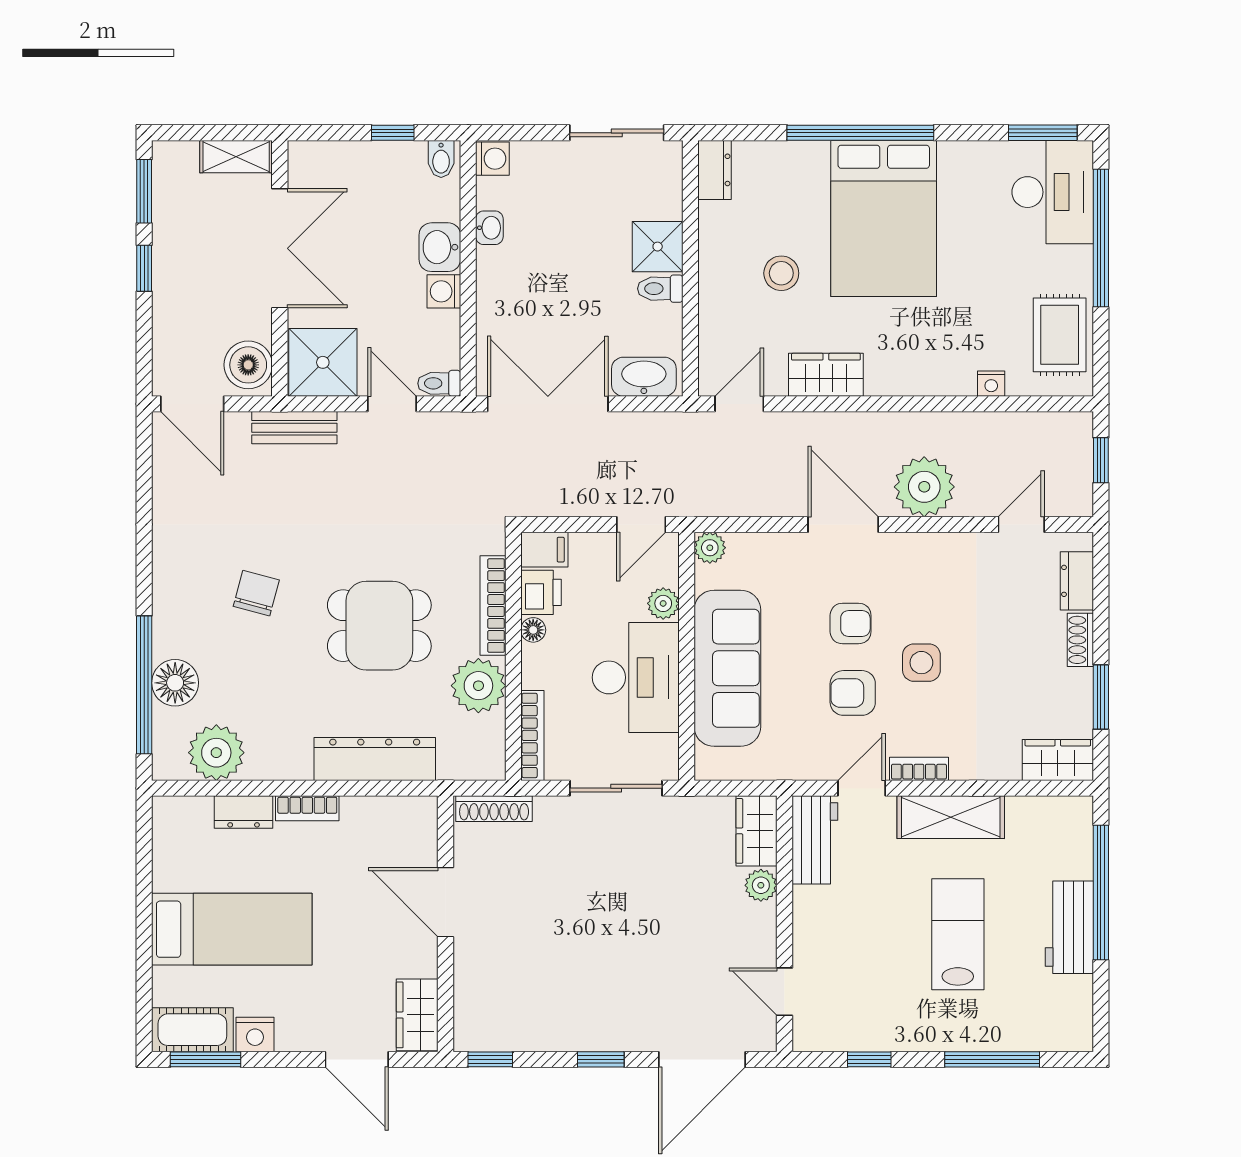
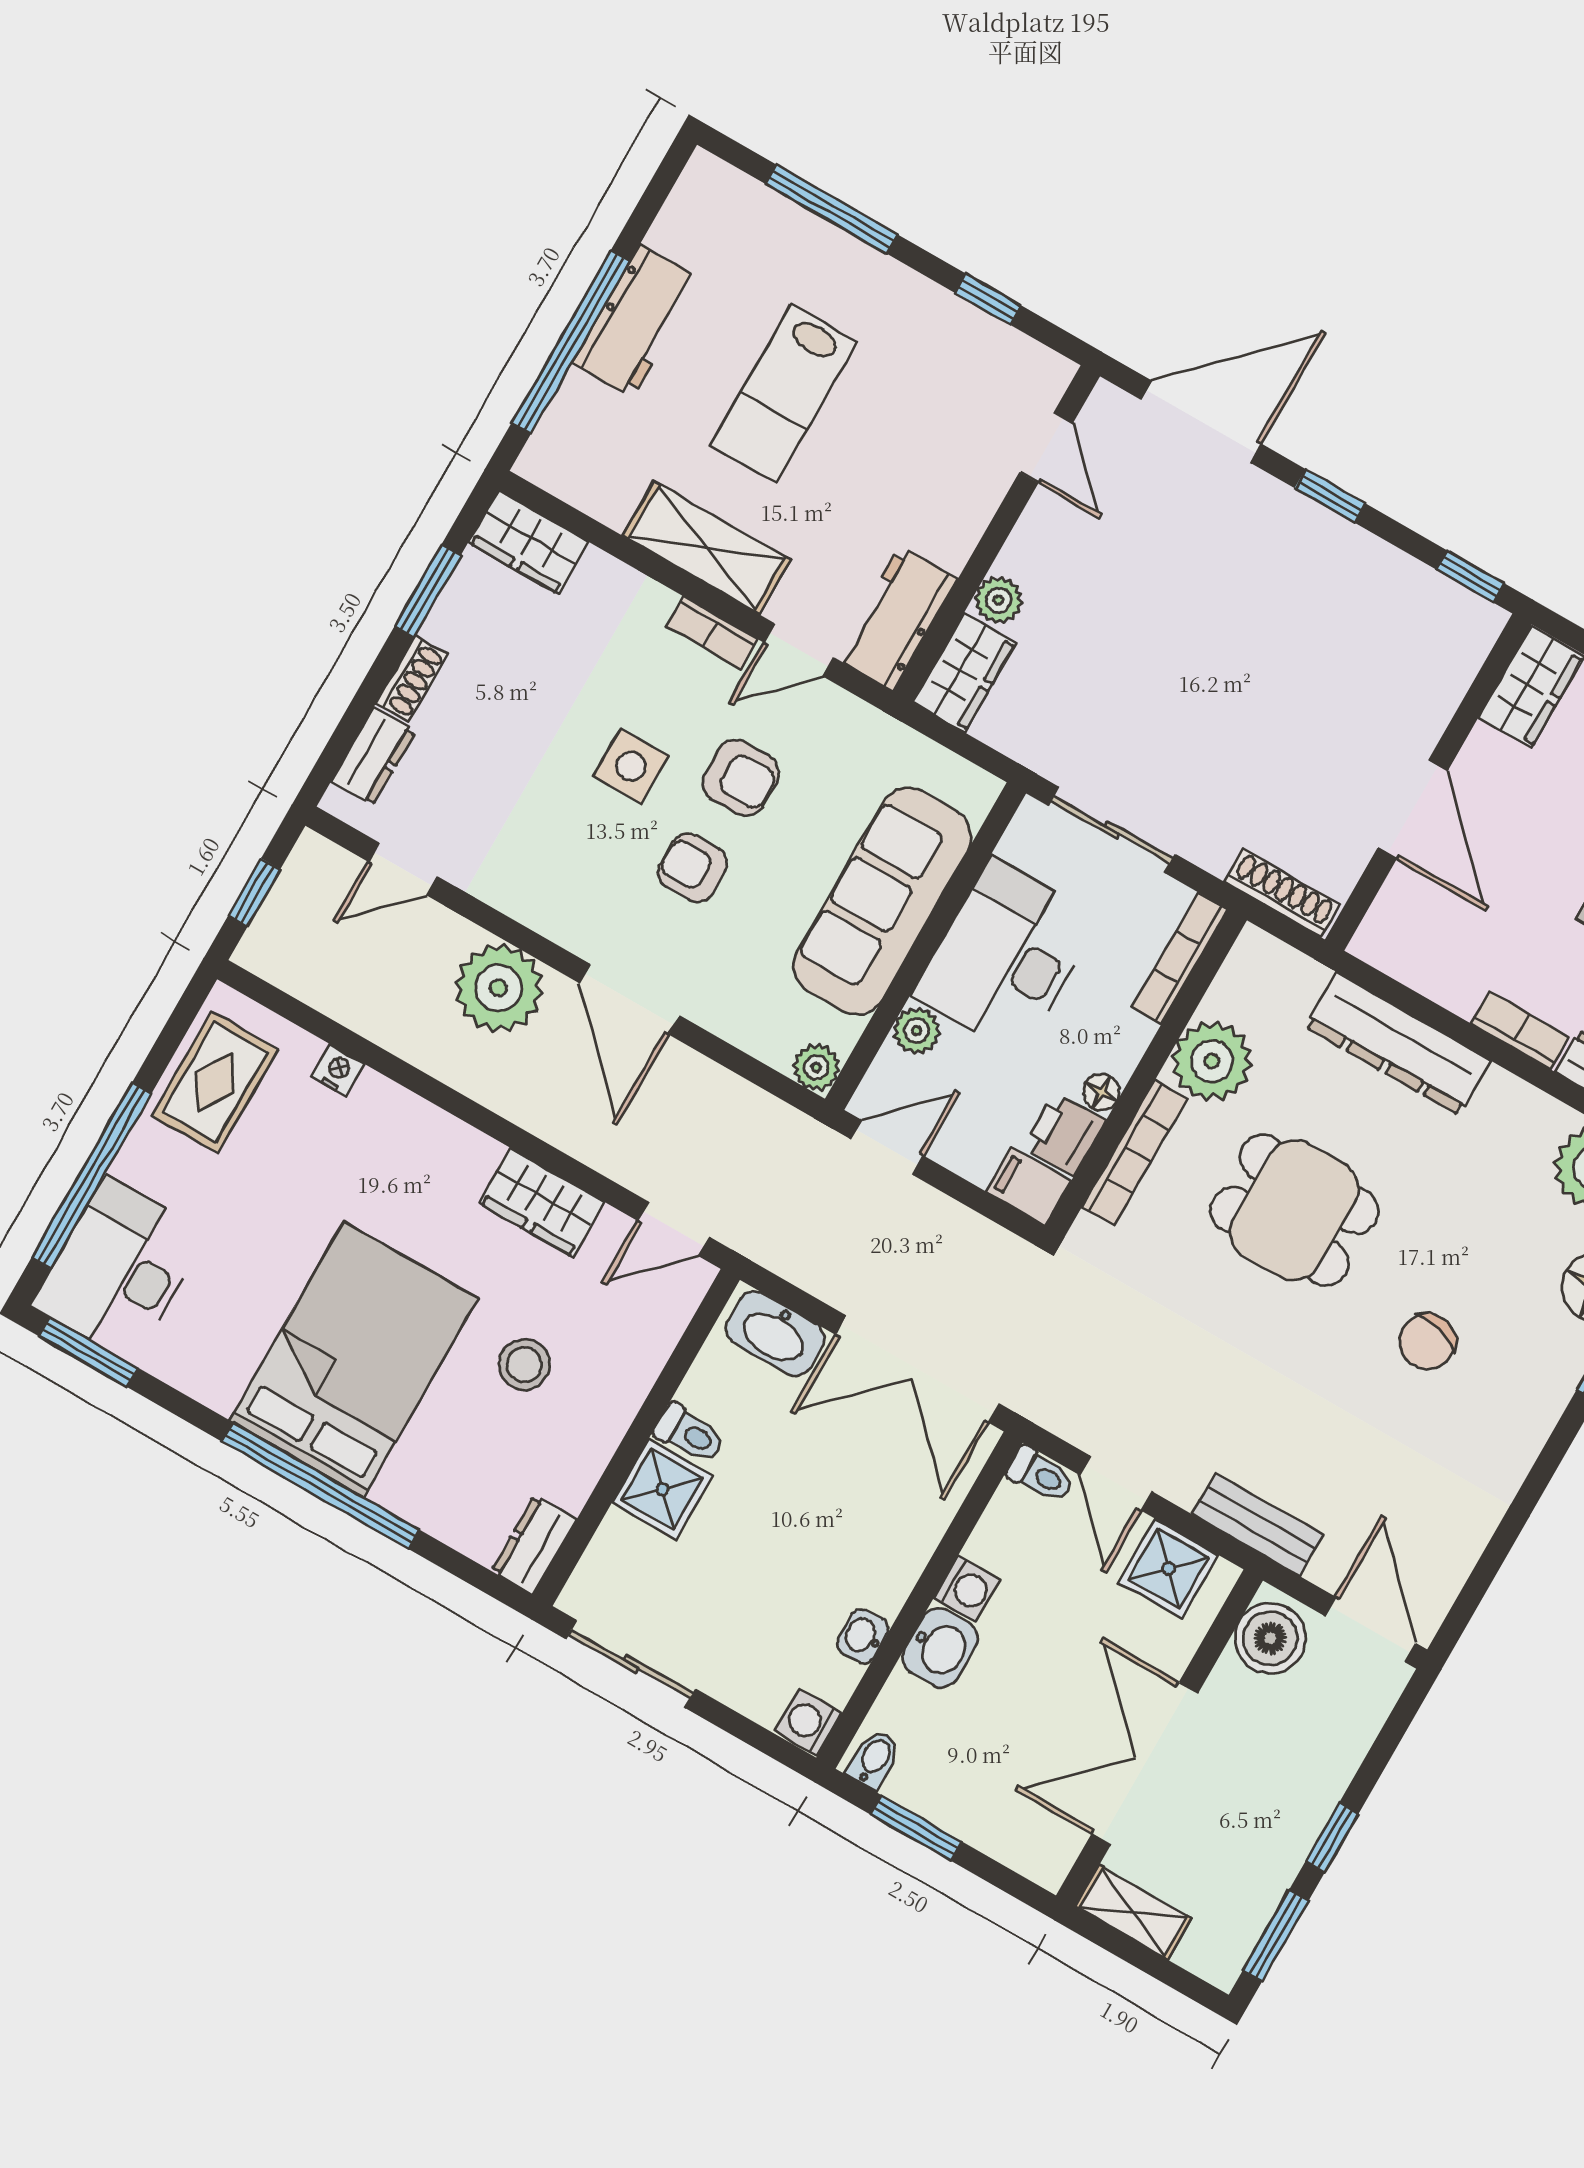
window: (393, 133) -> (916, 1828), width x1.50
shower: (323, 362) -> (1168, 1569), width x0.73, depth x0.73

